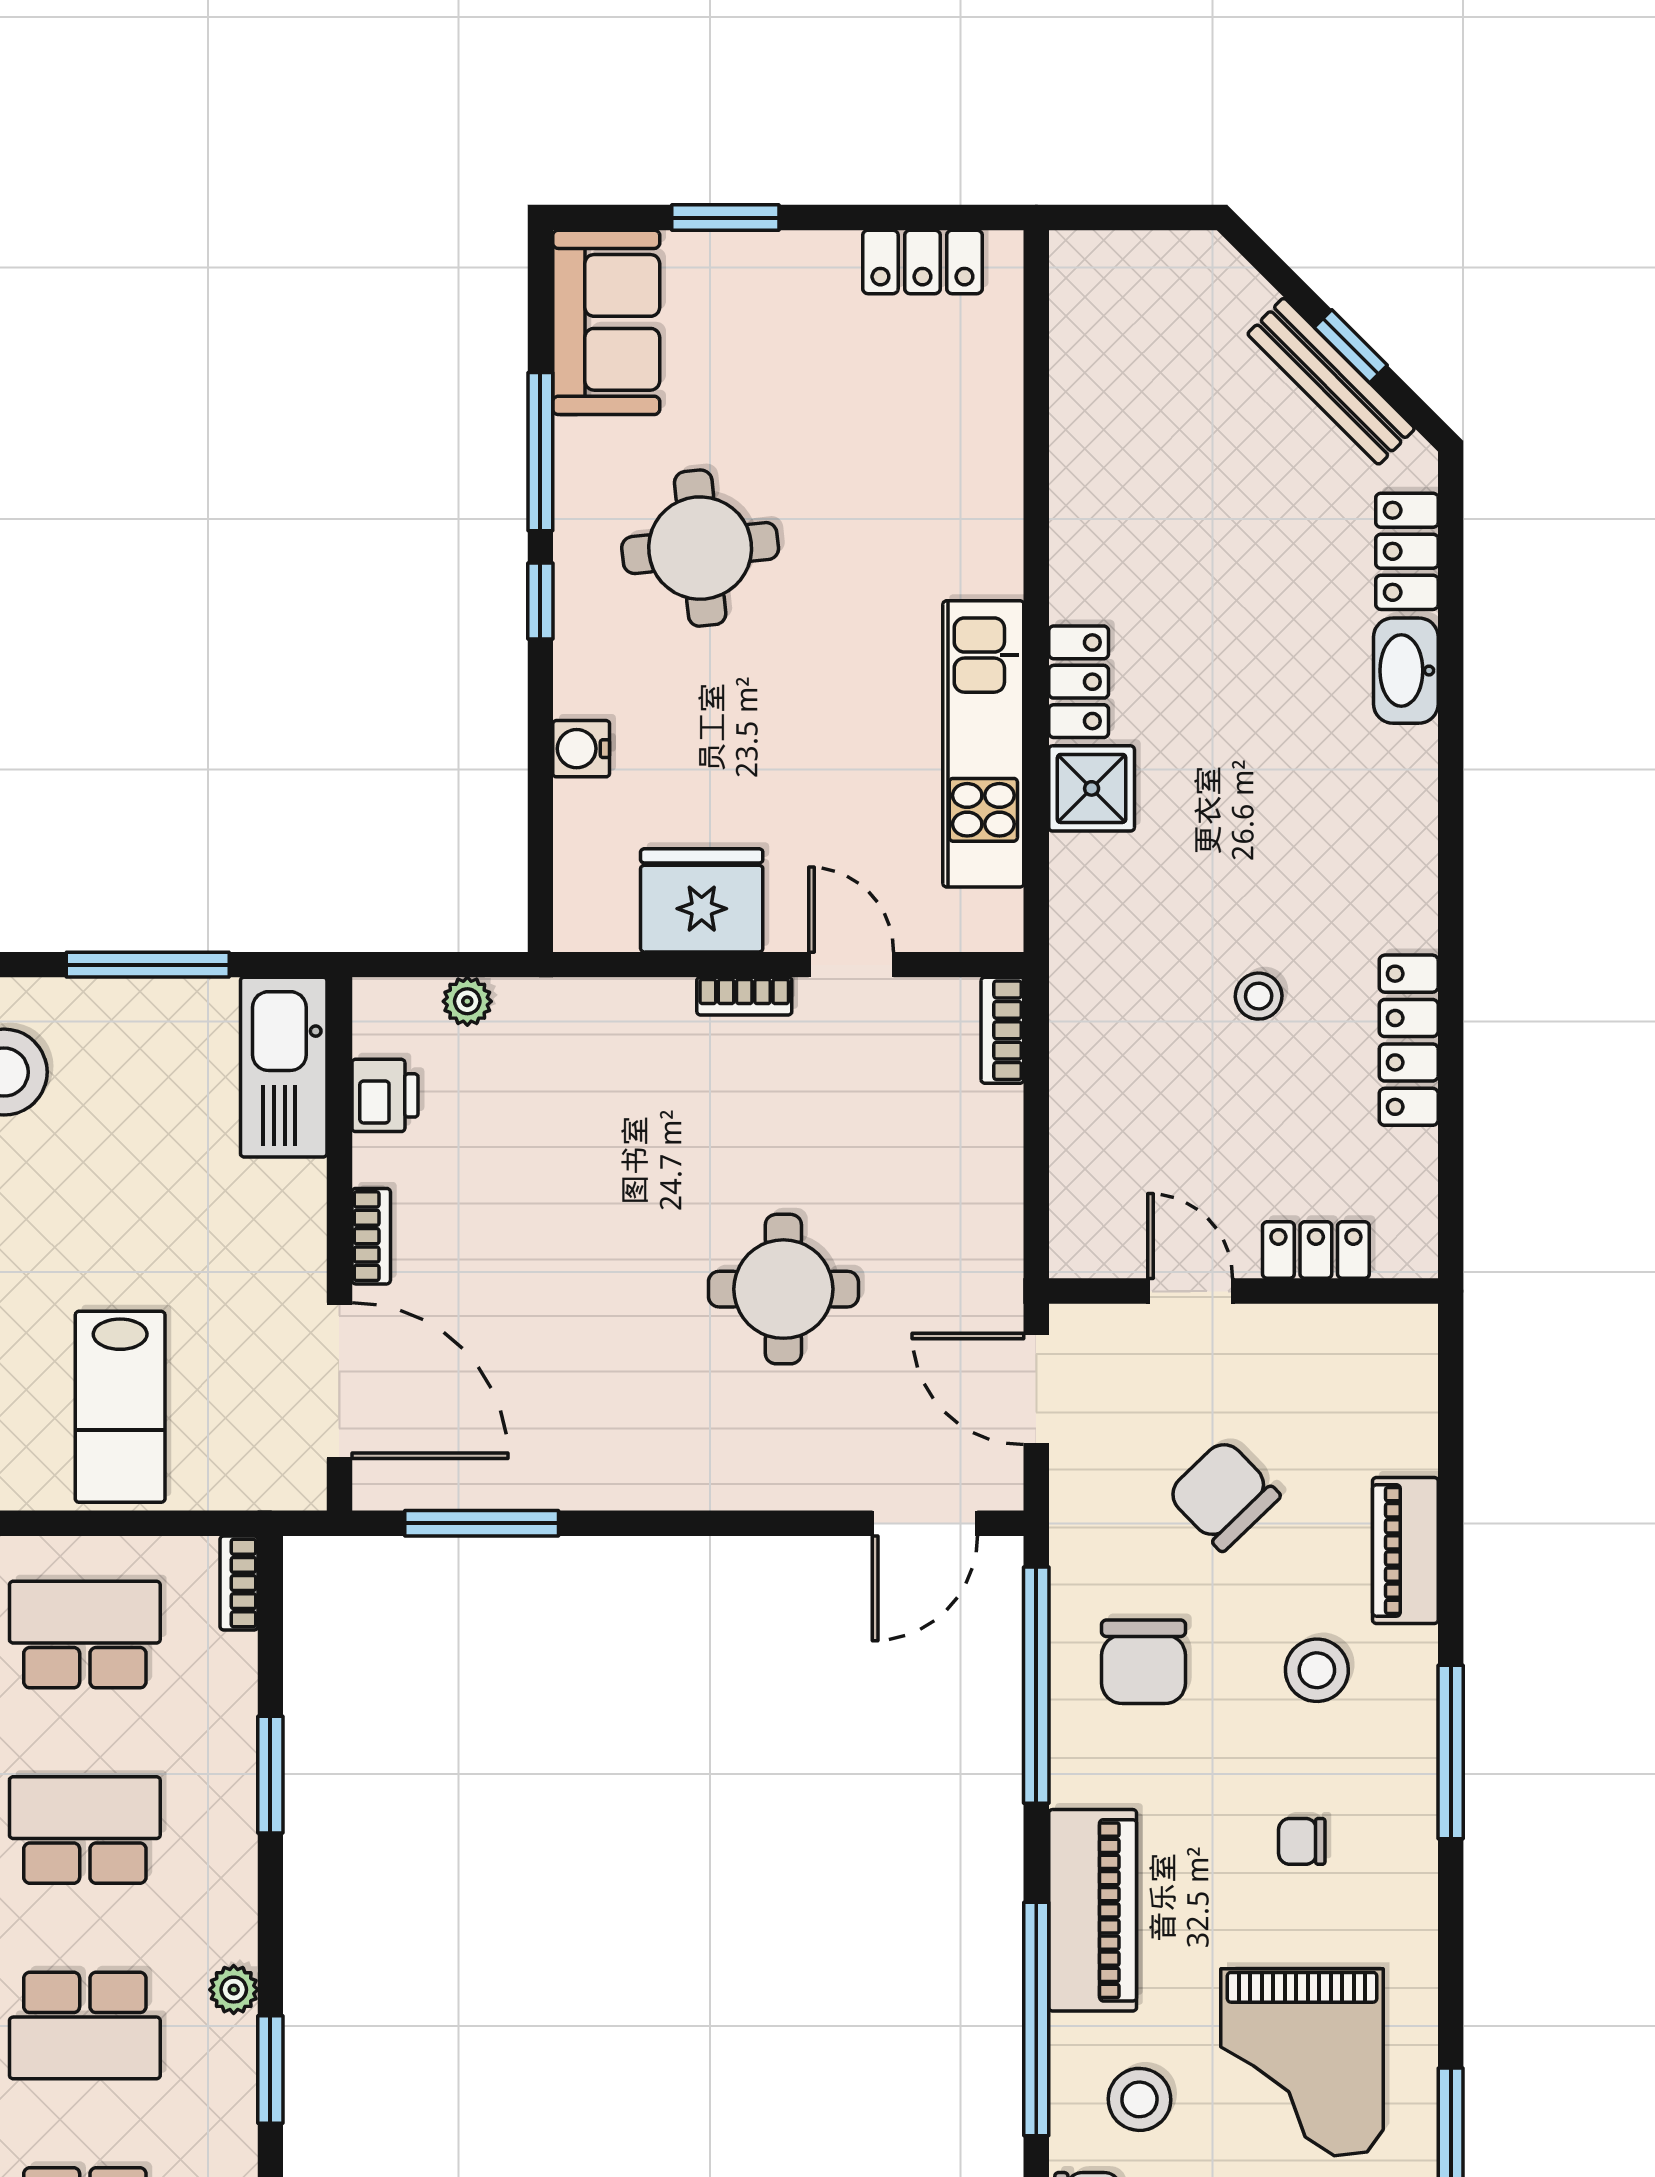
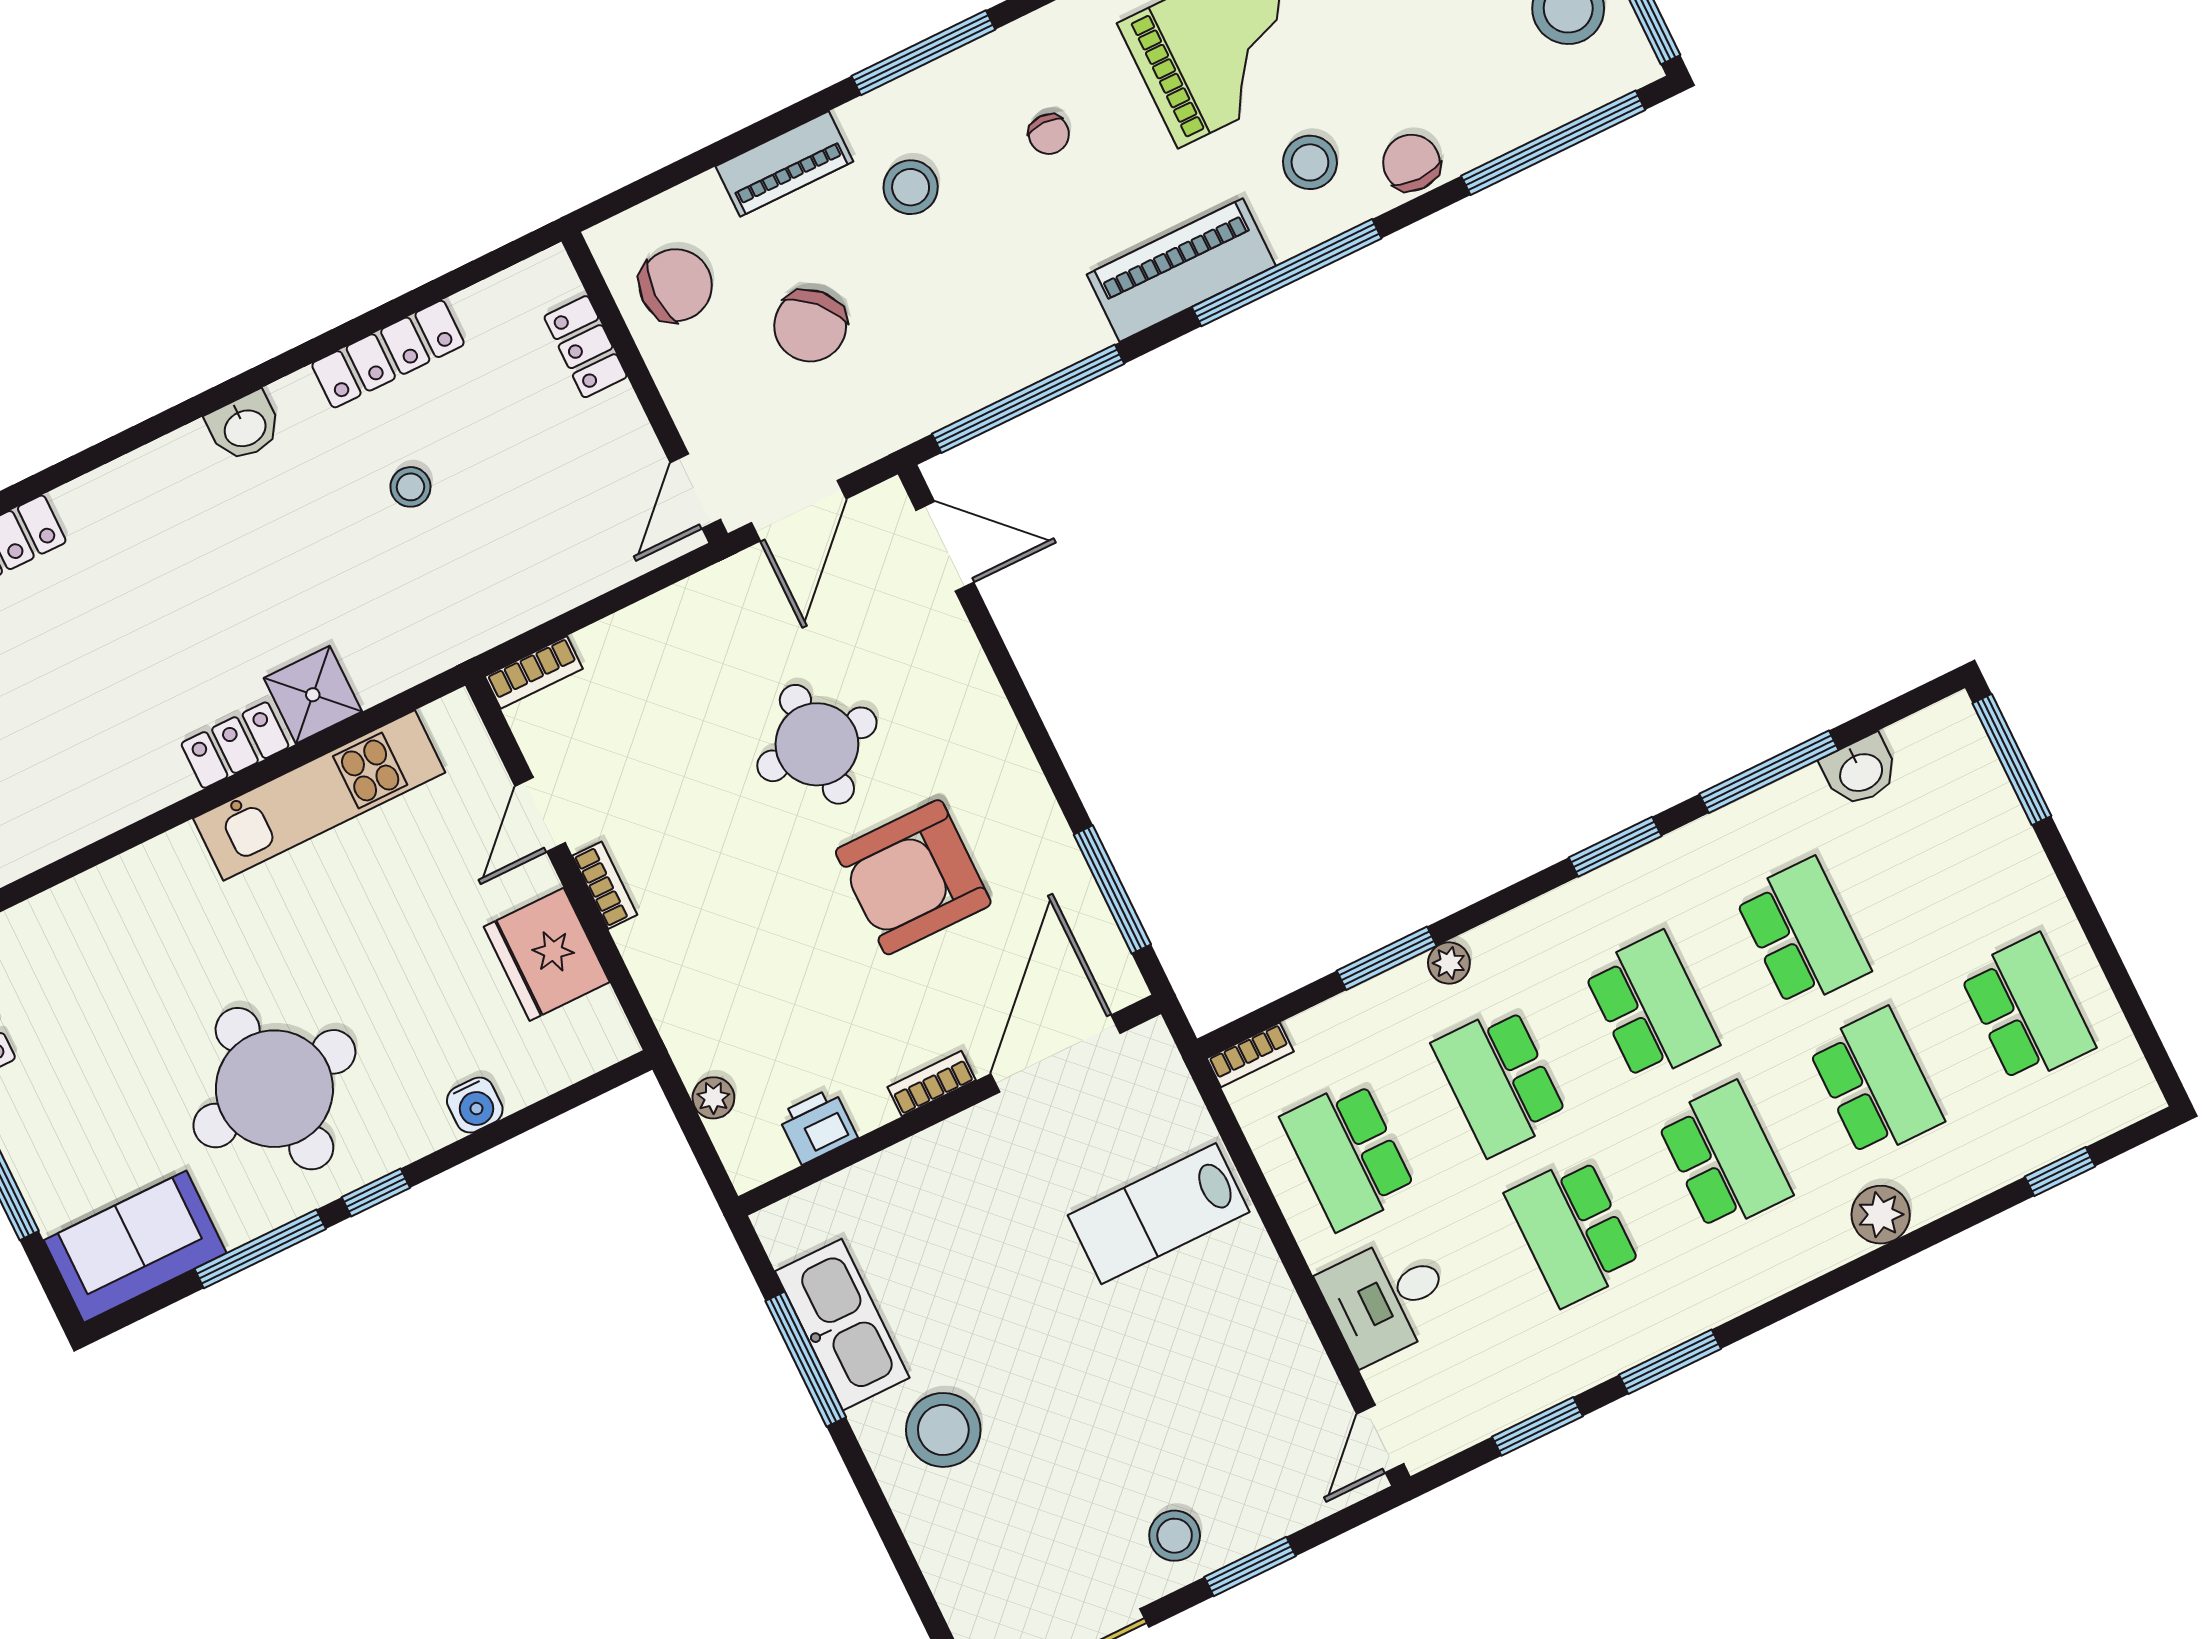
round table: (700, 548) -> (274, 1089), width x1.36, depth x1.36
washbasin: (1406, 671) -> (244, 427), moved, width x0.72
kitchen sink: (284, 1067) -> (842, 1325), moved, turned -90
door: (1190, 1291) -> (695, 491), moved
armchair: (596, 1322) -> (913, 877), added
lab bench: (120, 1407) -> (1159, 1214), turned 180
chair: (1144, 1662) -> (676, 285), moved
plant: (234, 1990) -> (1449, 963), moved

